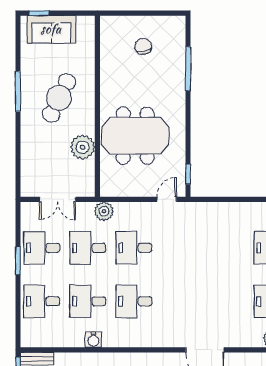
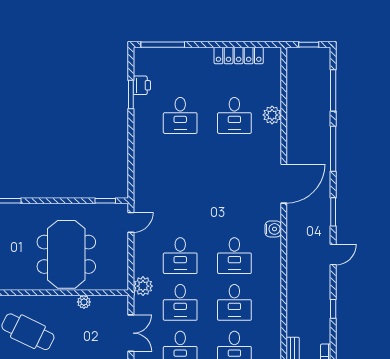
plant: (83, 147) -> (84, 302), width x0.53, depth x0.53
door: (167, 199) -> (131, 222), swing flipped
water cooler: (93, 340) -> (273, 229), moved

